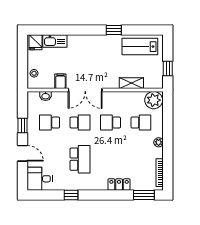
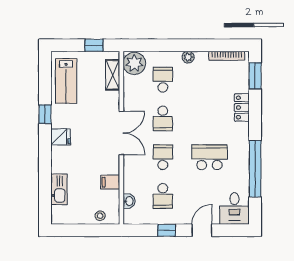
fridge: (35, 42) -> (61, 137), moved
shelving: (131, 83) -> (113, 75), moved
double door: (85, 90) -> (121, 133), moved
window: (71, 195) -> (255, 169), width x3.17

